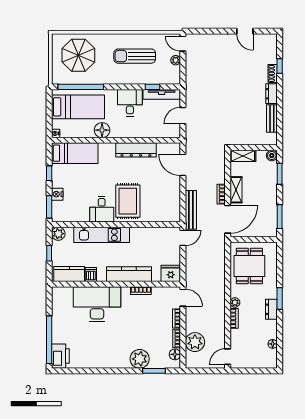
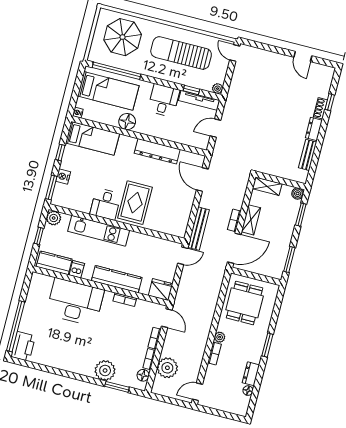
sun lounger: (135, 56) -> (181, 53), width x1.36, depth x1.34
plant: (176, 60) -> (218, 89), moved
dresser: (271, 309) -> (251, 374), moved

